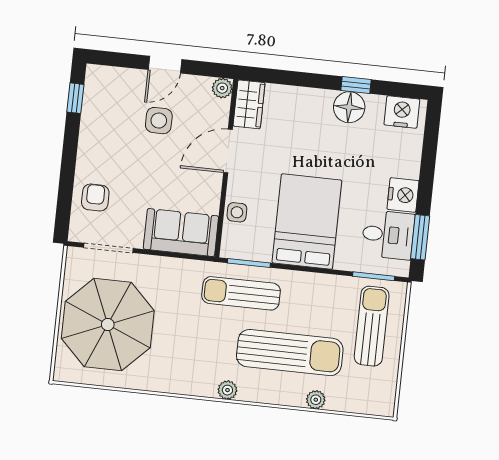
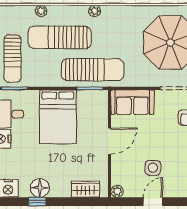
wardrobe: (249, 104) -> (86, 189), moved, turned 90
door: (228, 151) -> (110, 141), moved
side table: (237, 212) -> (100, 118), removed
sun lounger: (241, 293) -> (93, 70), width x1.36, depth x1.34

